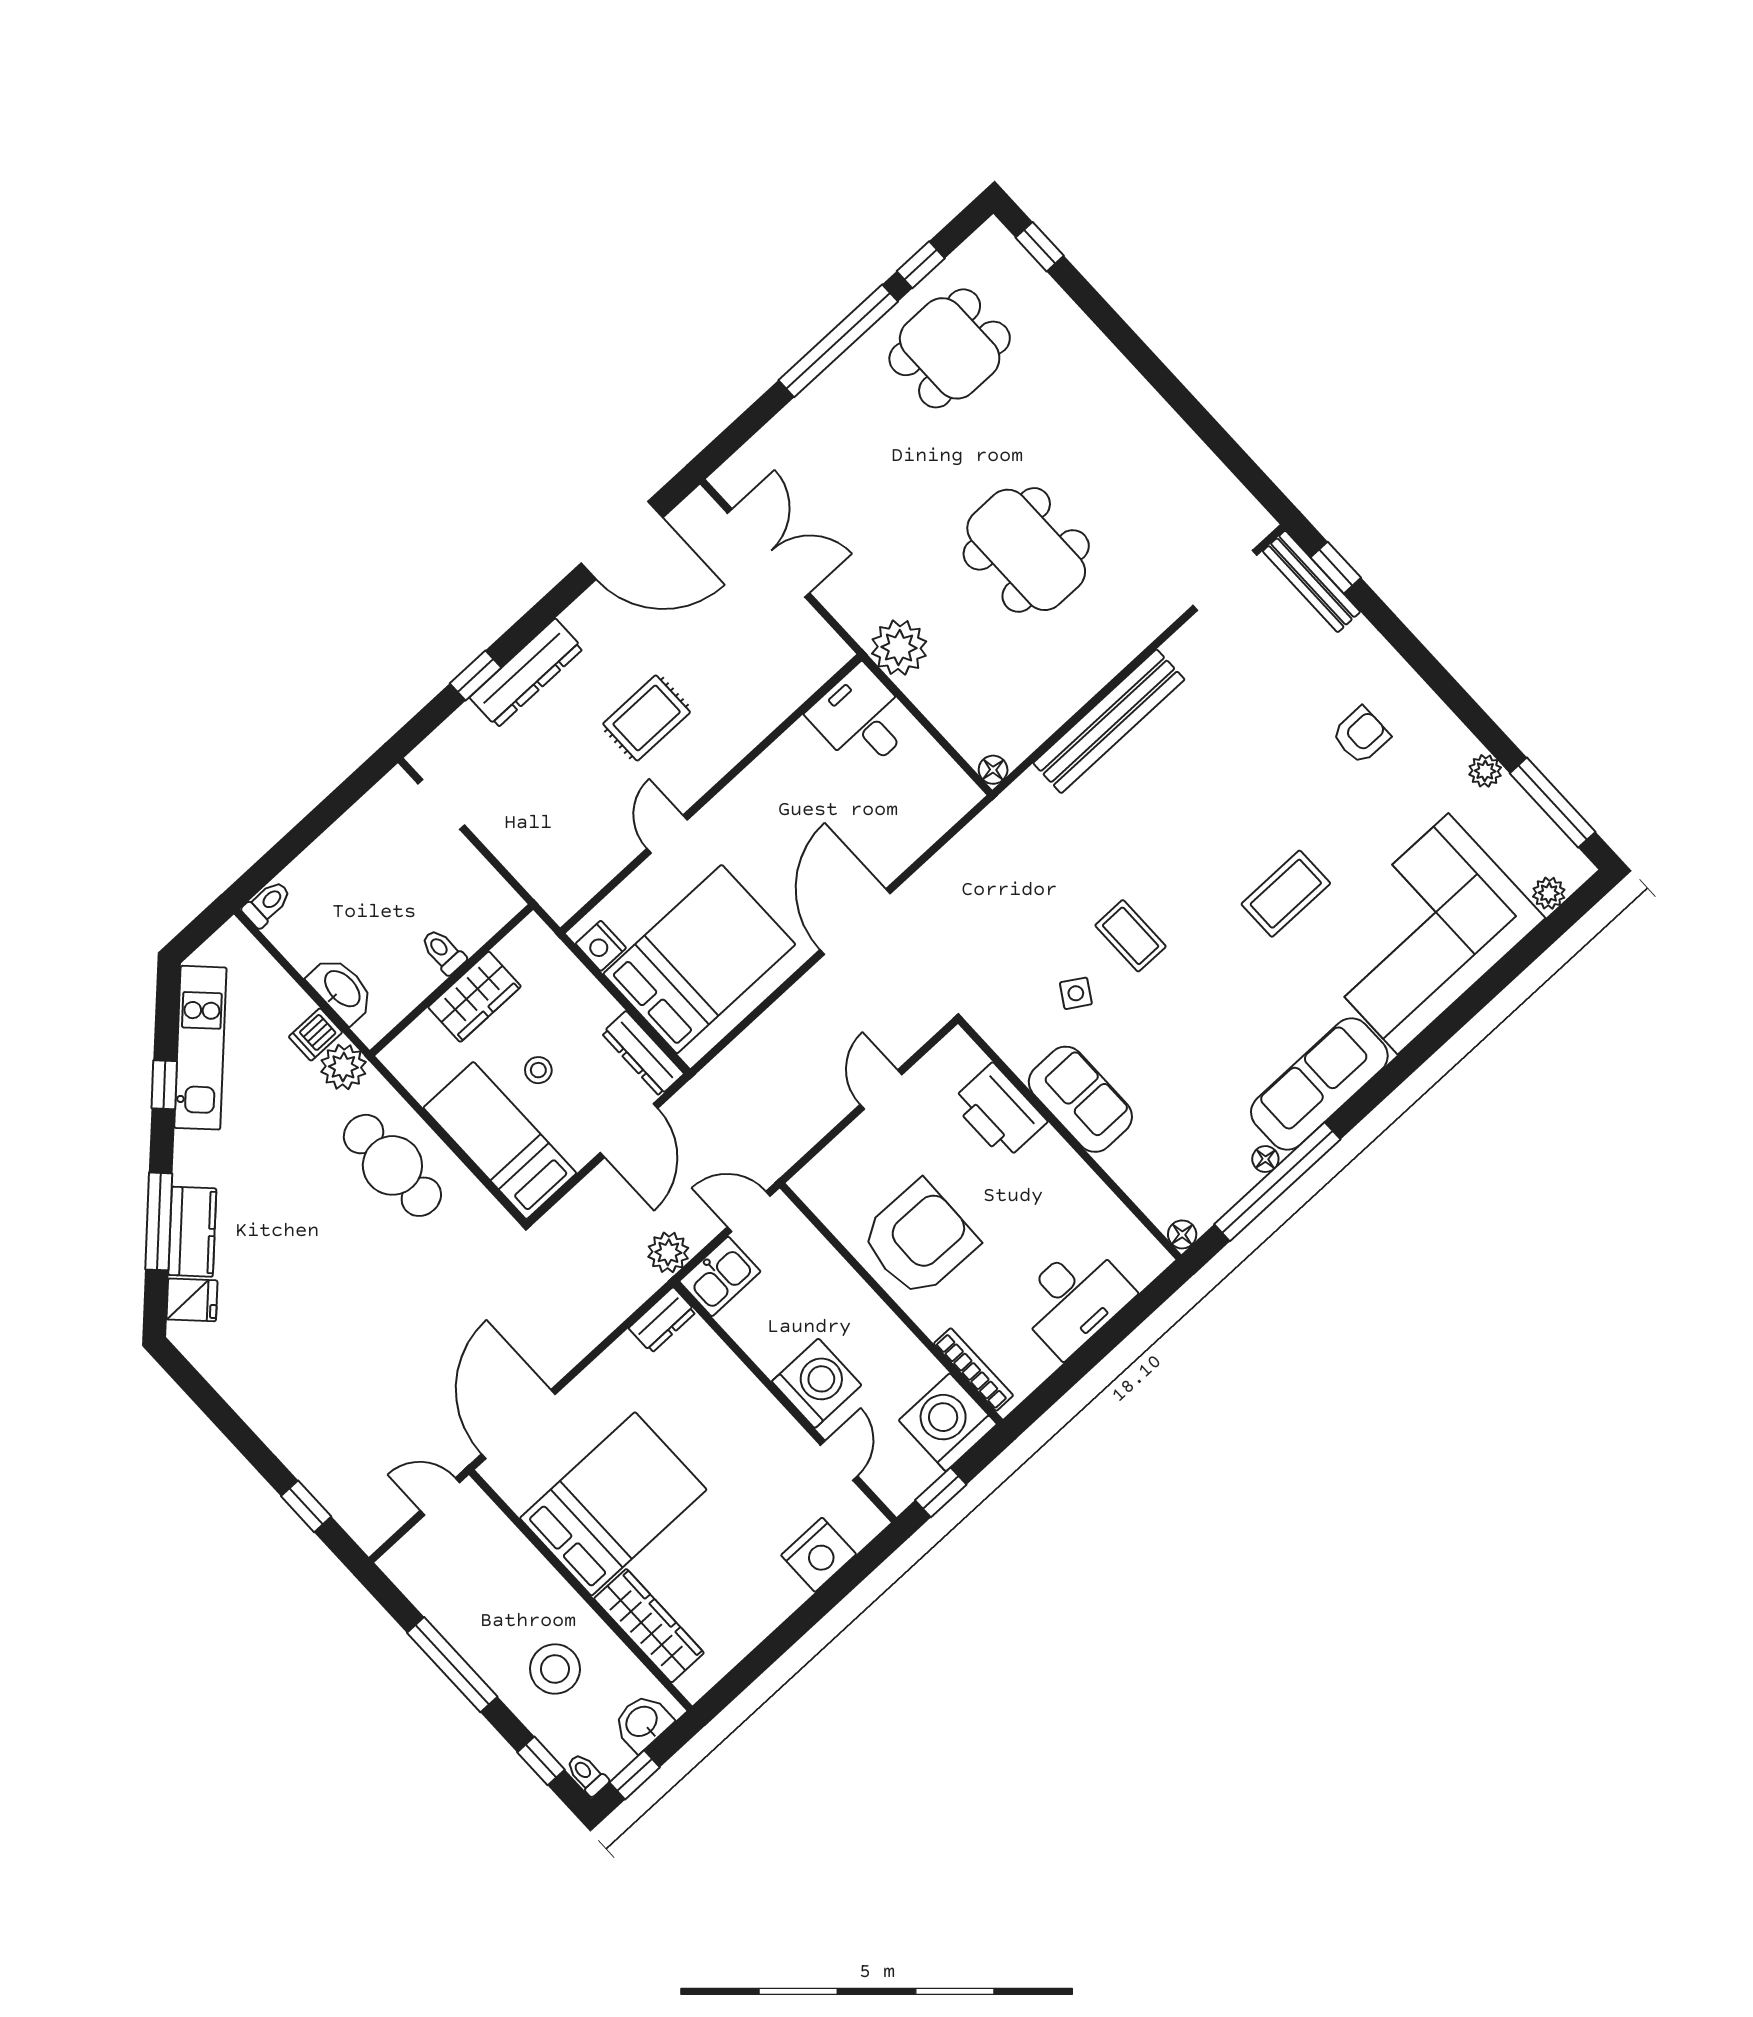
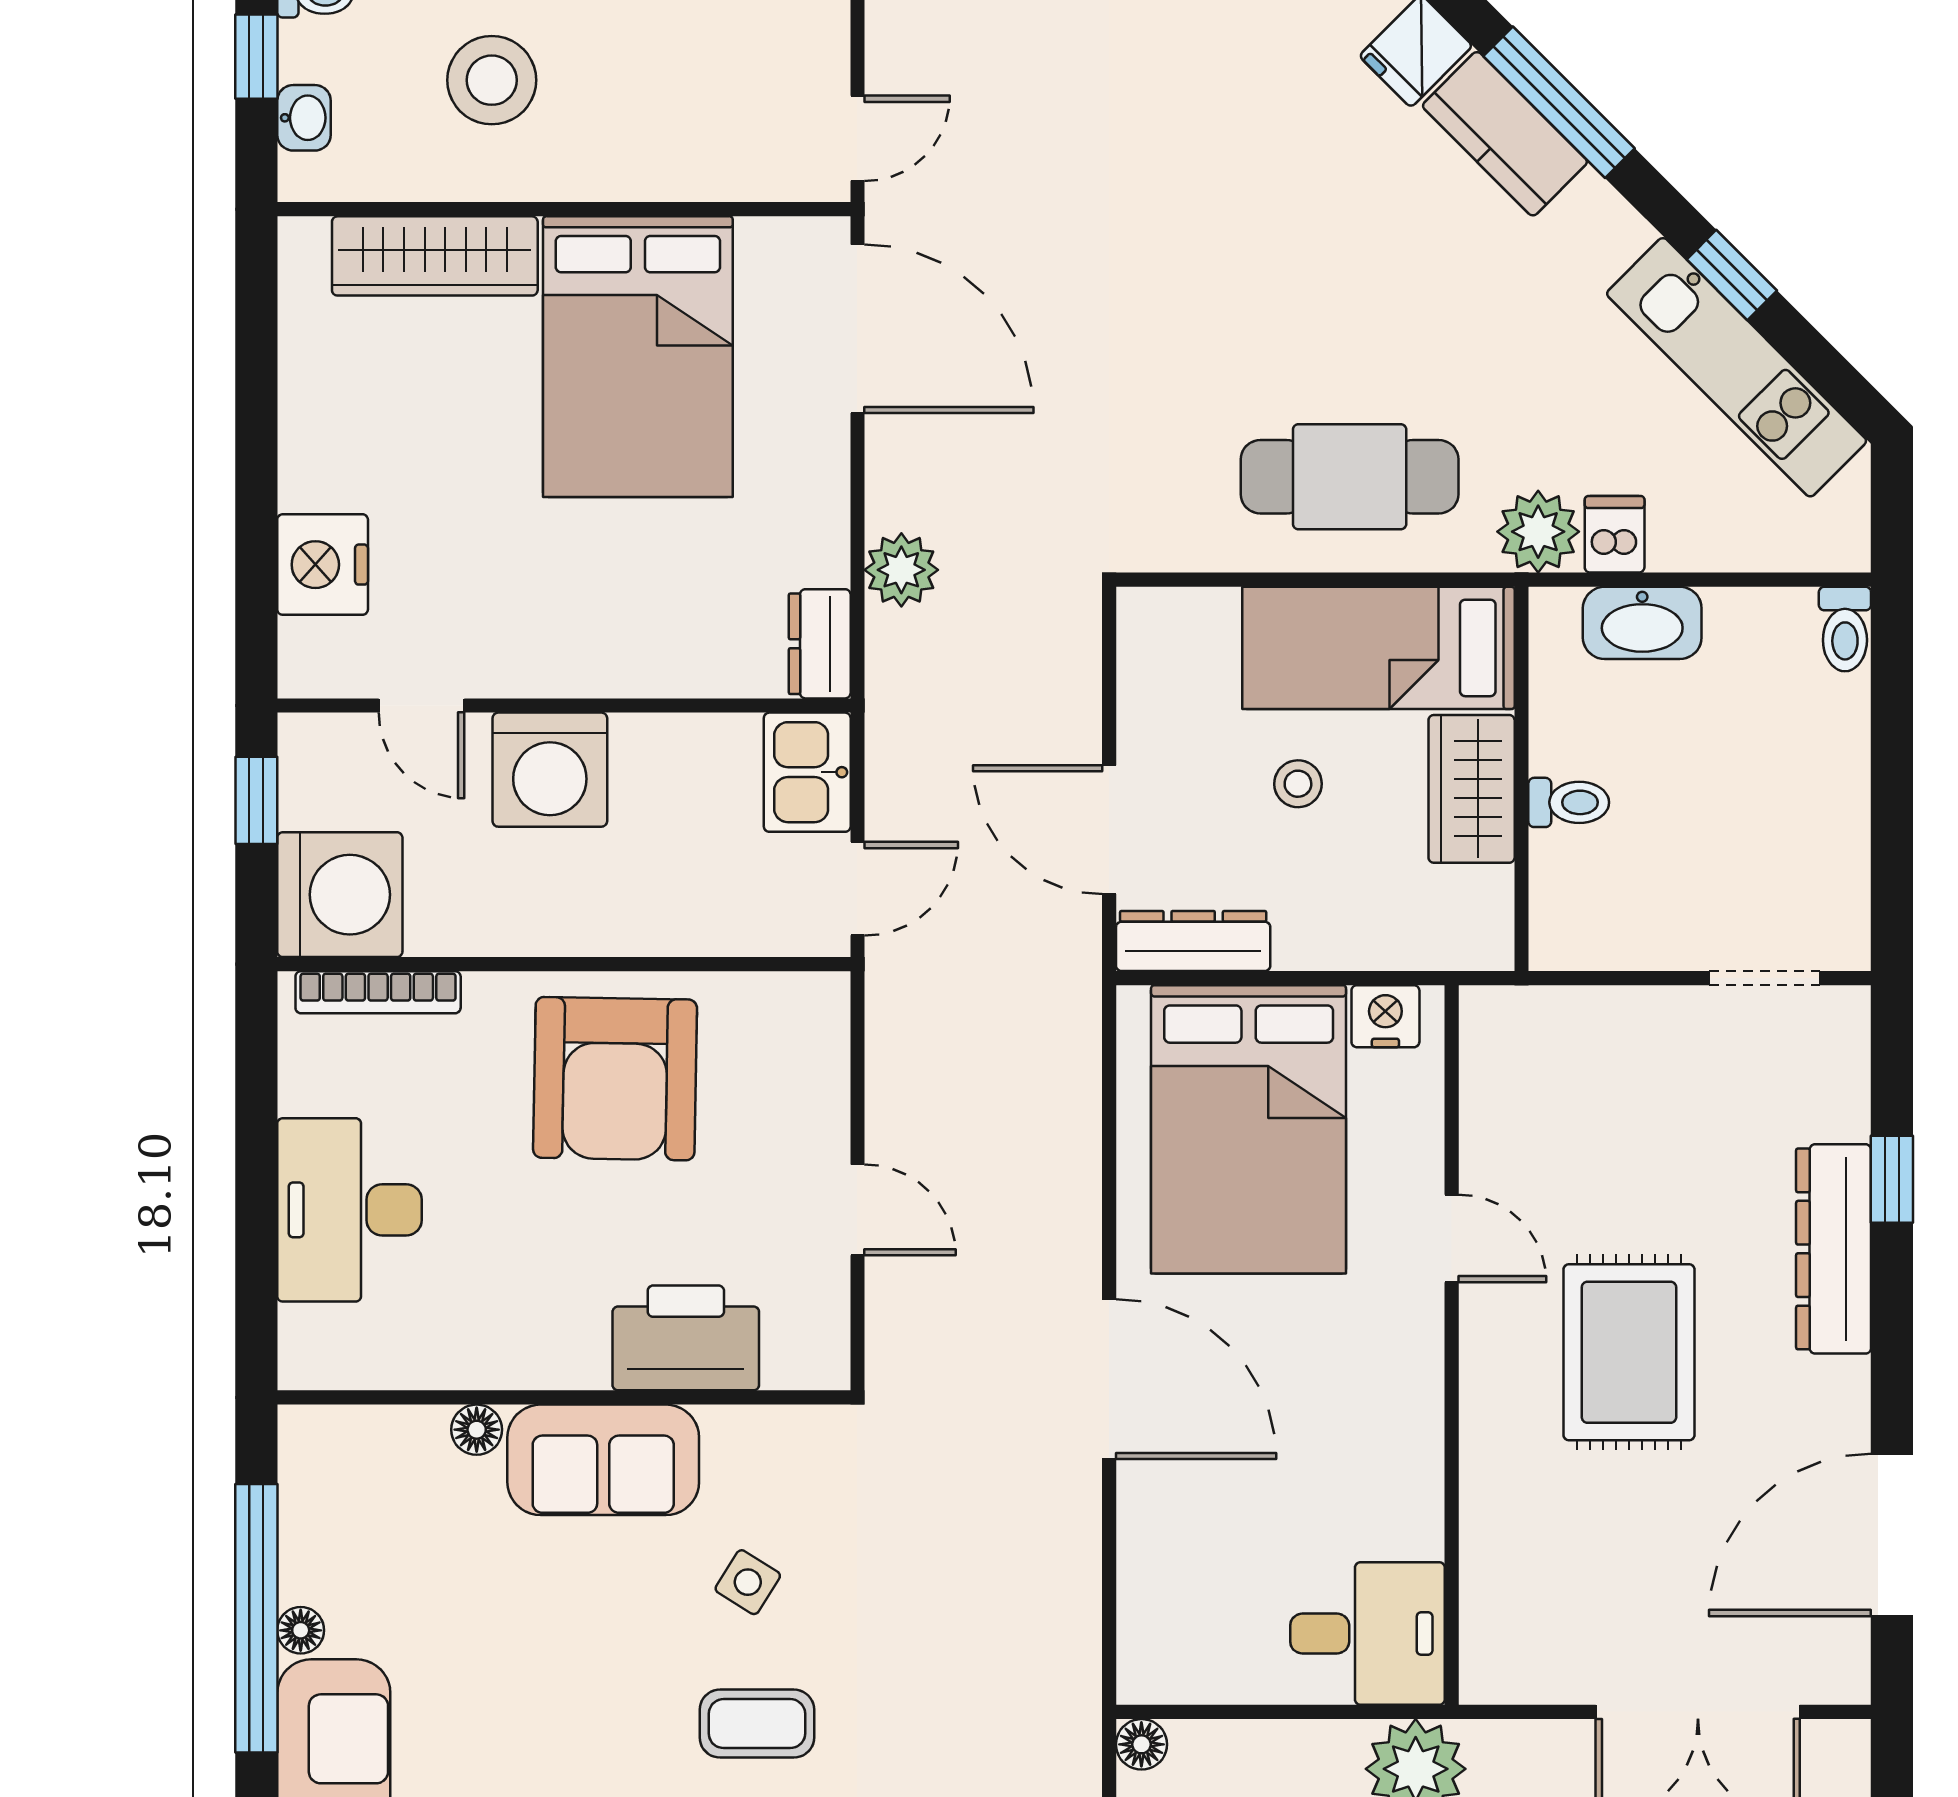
rug: (647, 718) -> (1629, 1352), width x1.36, depth x1.43
bed: (500, 1140) -> (1378, 648), moved, turned 180
floor lamp: (1182, 1234) -> (477, 1430), moved
plant: (668, 1252) -> (901, 570), moved
washbasin: (642, 1722) -> (304, 118), width x0.72, depth x0.69

